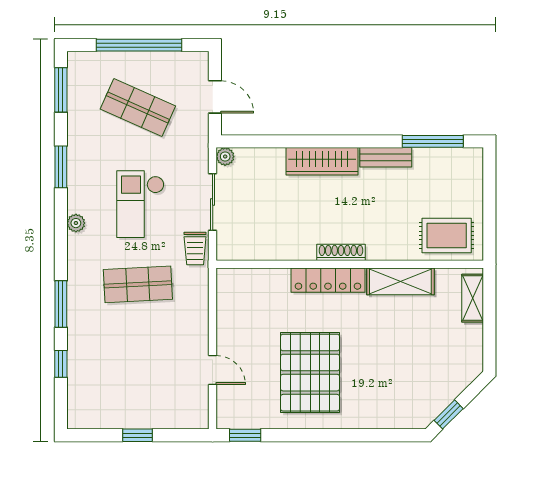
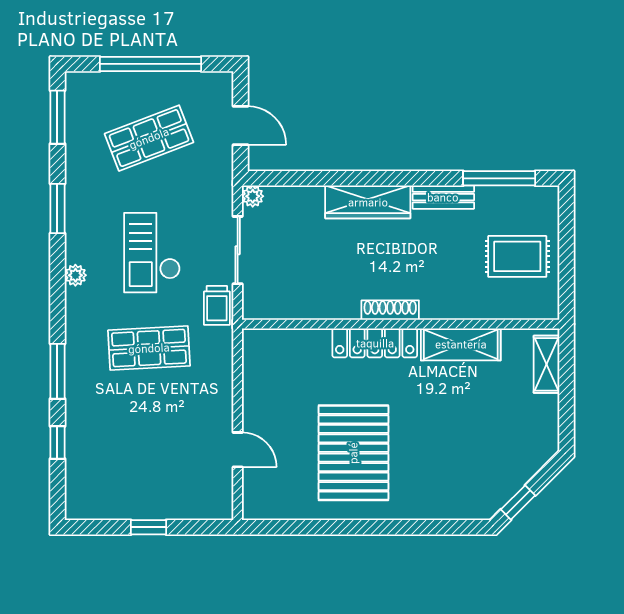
shop shelf: (138, 108) -> (149, 138), turned -45
rug: (447, 236) -> (517, 256), moved
window: (245, 435) -> (276, 527), removed

